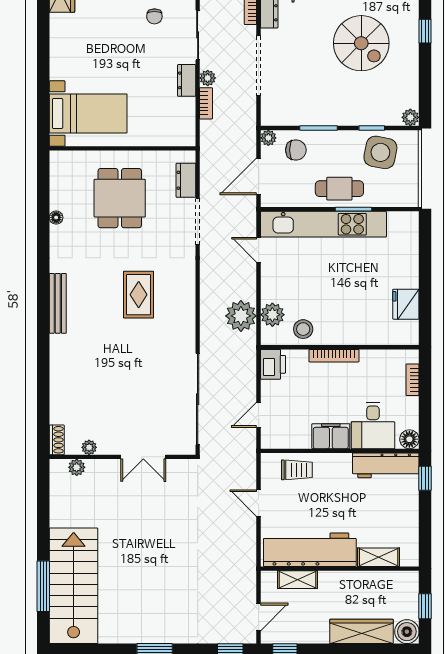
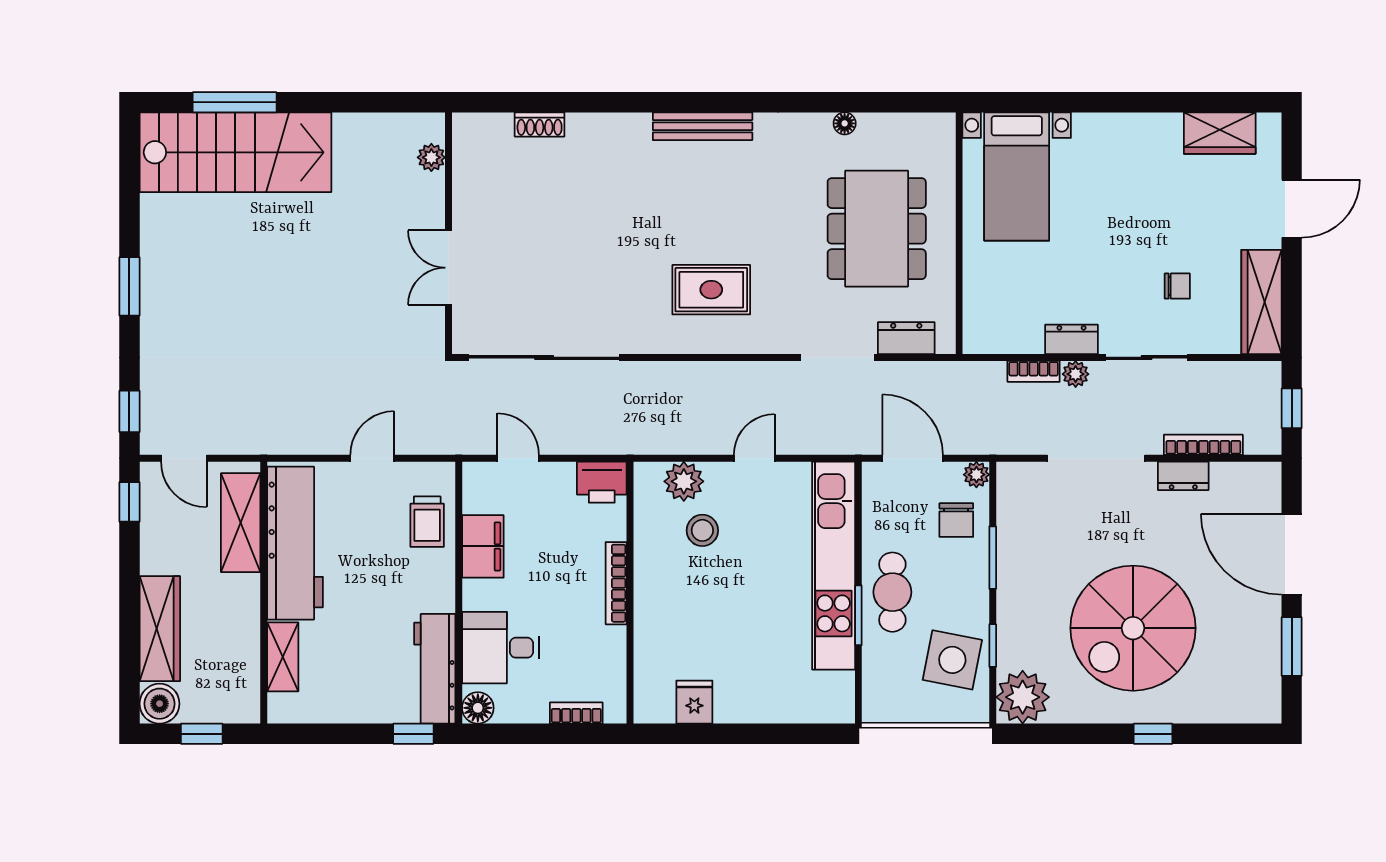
chair: (154, 16) -> (1177, 286), turned 180
spiral stairs: (361, 43) -> (1133, 628), width x1.37, depth x1.37
plant: (410, 117) -> (1023, 697), width x1.87, depth x1.87
dining table: (120, 198) -> (877, 229), width x1.38
door: (259, 250) -> (754, 458), moved
rug: (139, 295) -> (711, 290), moved
fridge: (406, 304) -> (694, 702), width x0.72
plant: (241, 316) -> (682, 429), removed
stool: (303, 329) -> (702, 530), moved
filing cabinet: (331, 436) -> (483, 546), moved
shoe rack: (57, 440) -> (540, 124), moved
plant: (89, 447) -> (464, 178), removed
shelving: (297, 580) -> (241, 523), width x1.50, depth x1.33

